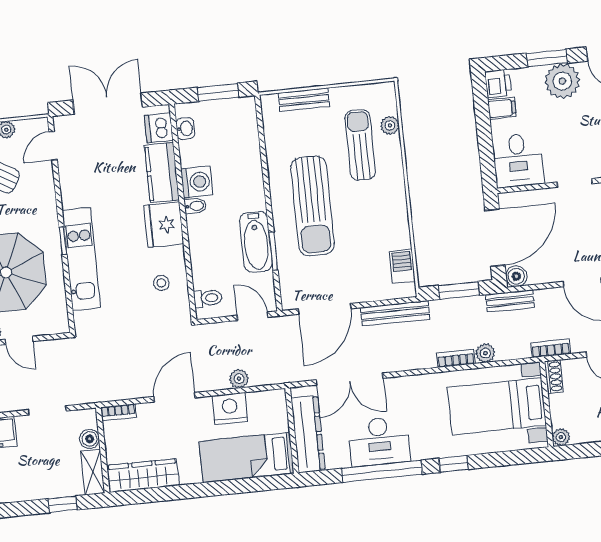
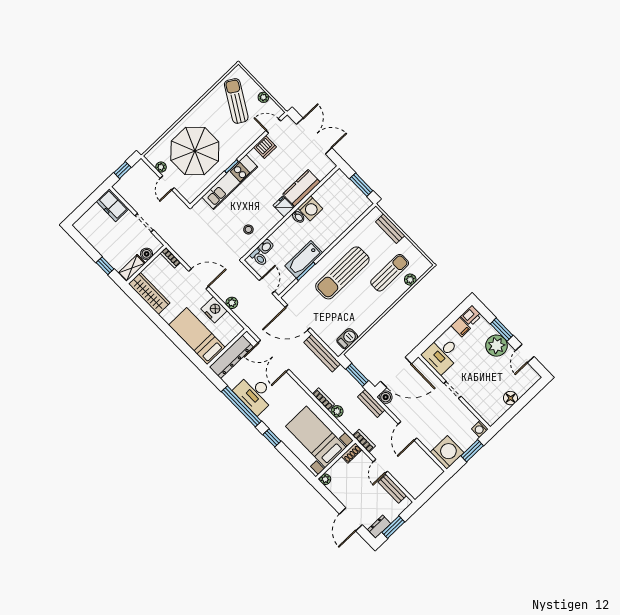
dishwasher: (159, 128) -> (265, 147), moved, turned 180
washbasin: (185, 129) -> (266, 246), moved
fridge: (164, 225) -> (284, 206), width x0.53, depth x0.75

